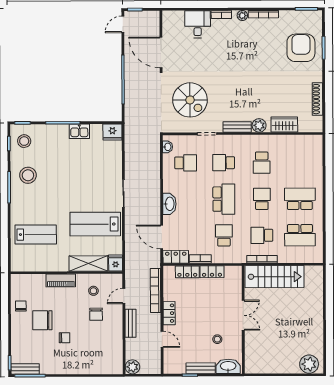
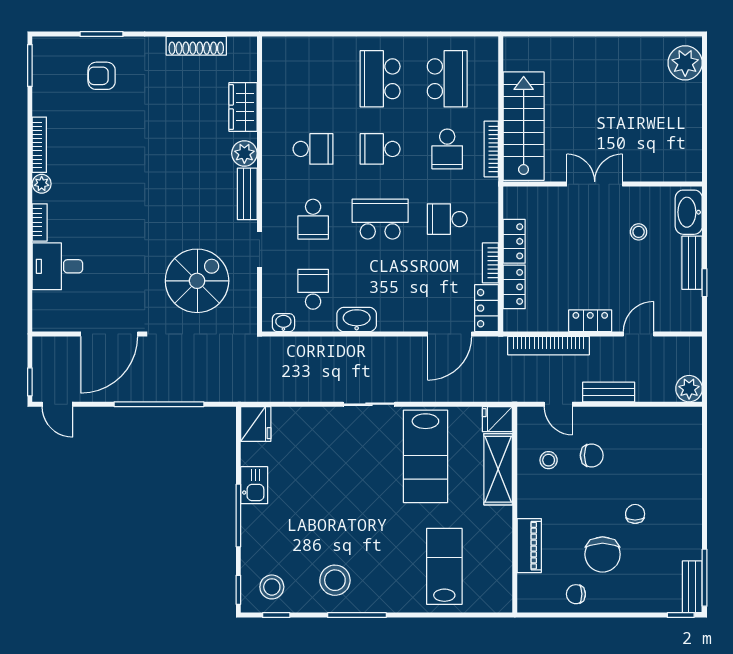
armchair: (301, 48) -> (102, 76), width x0.53, depth x0.53
washbasin: (169, 204) -> (357, 319), moved
piano: (61, 280) -> (529, 546), moved

